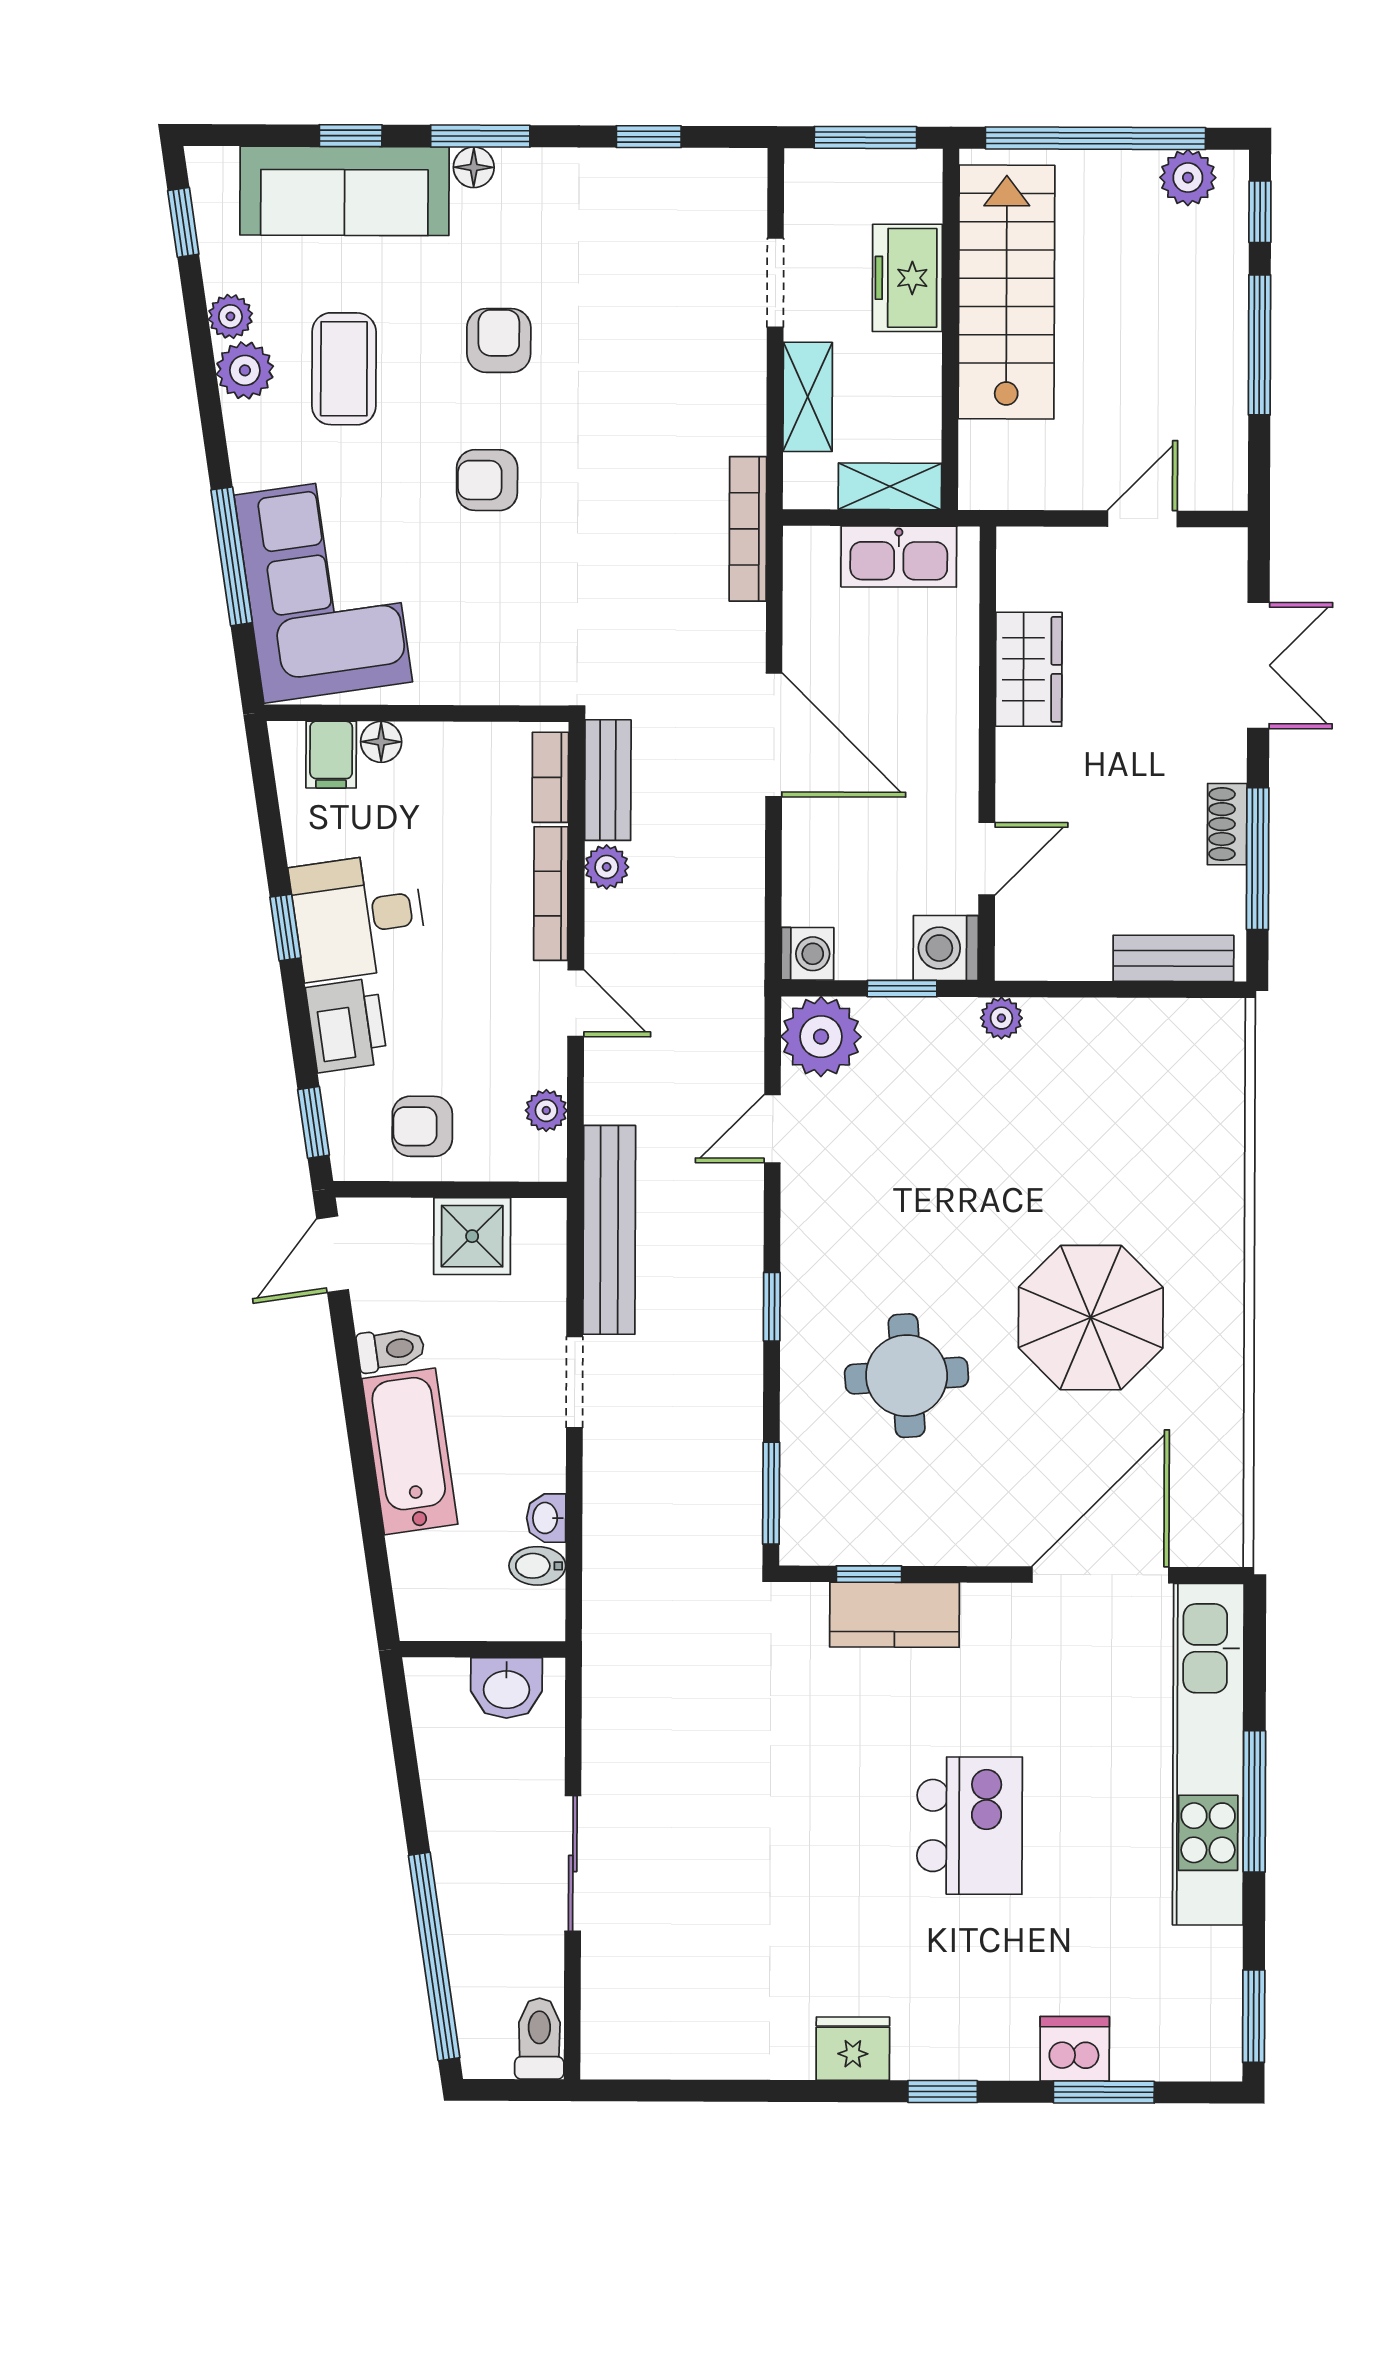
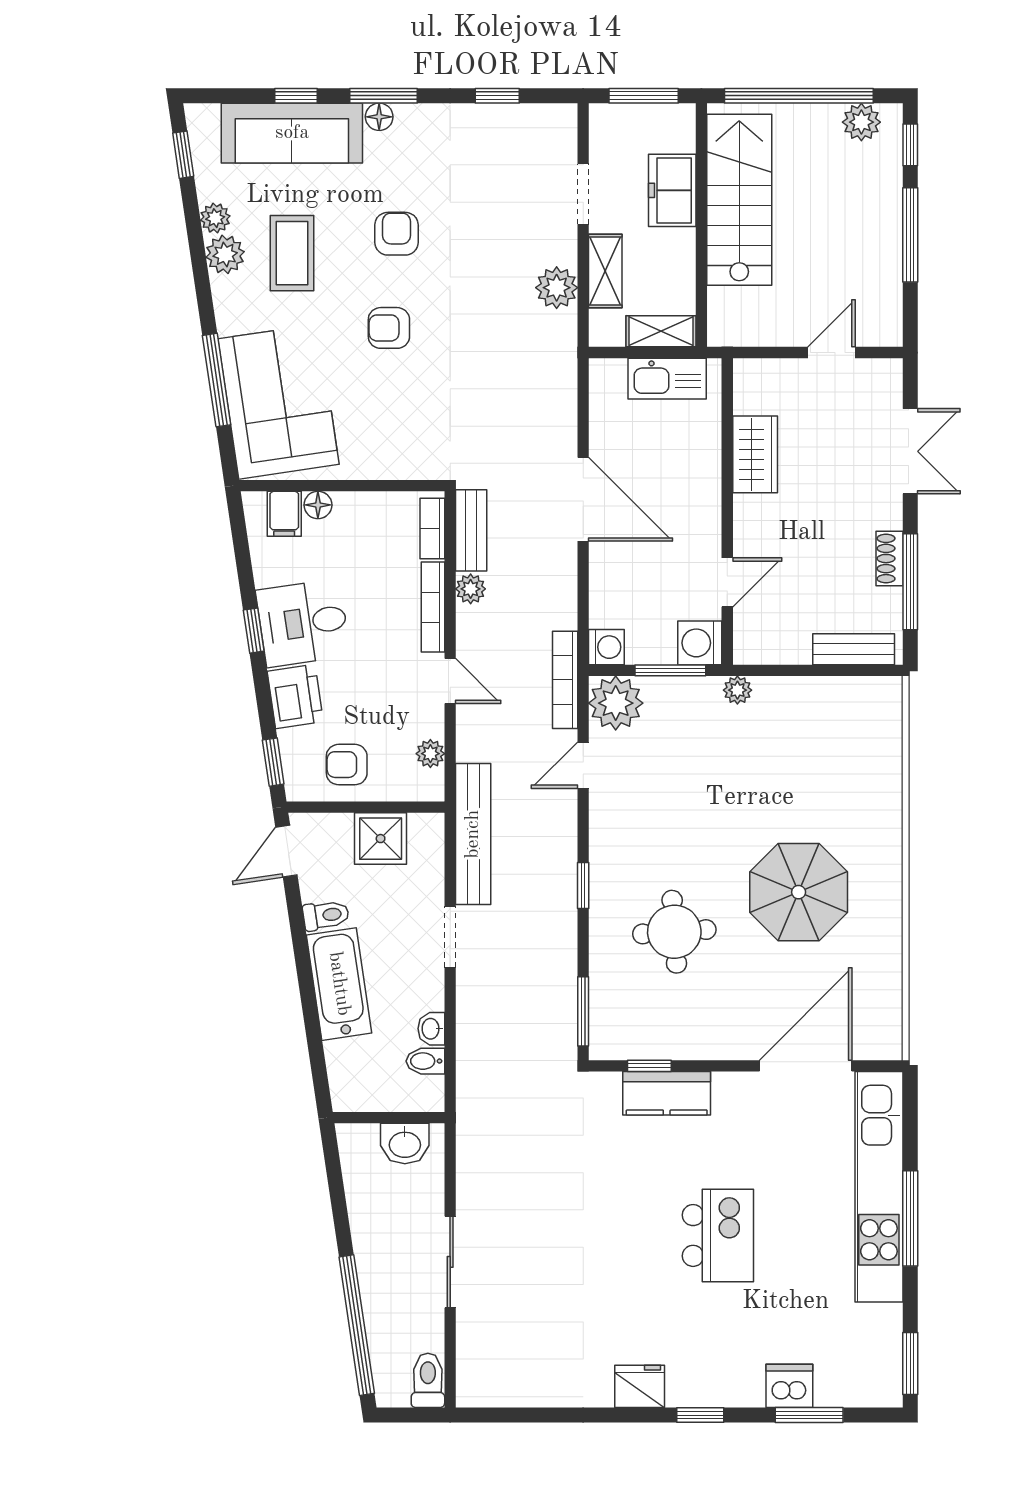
plant: (736, 421) -> (557, 288), added
bookcase: (748, 529) -> (565, 680), moved
window: (902, 989) -> (670, 670), width x1.50

